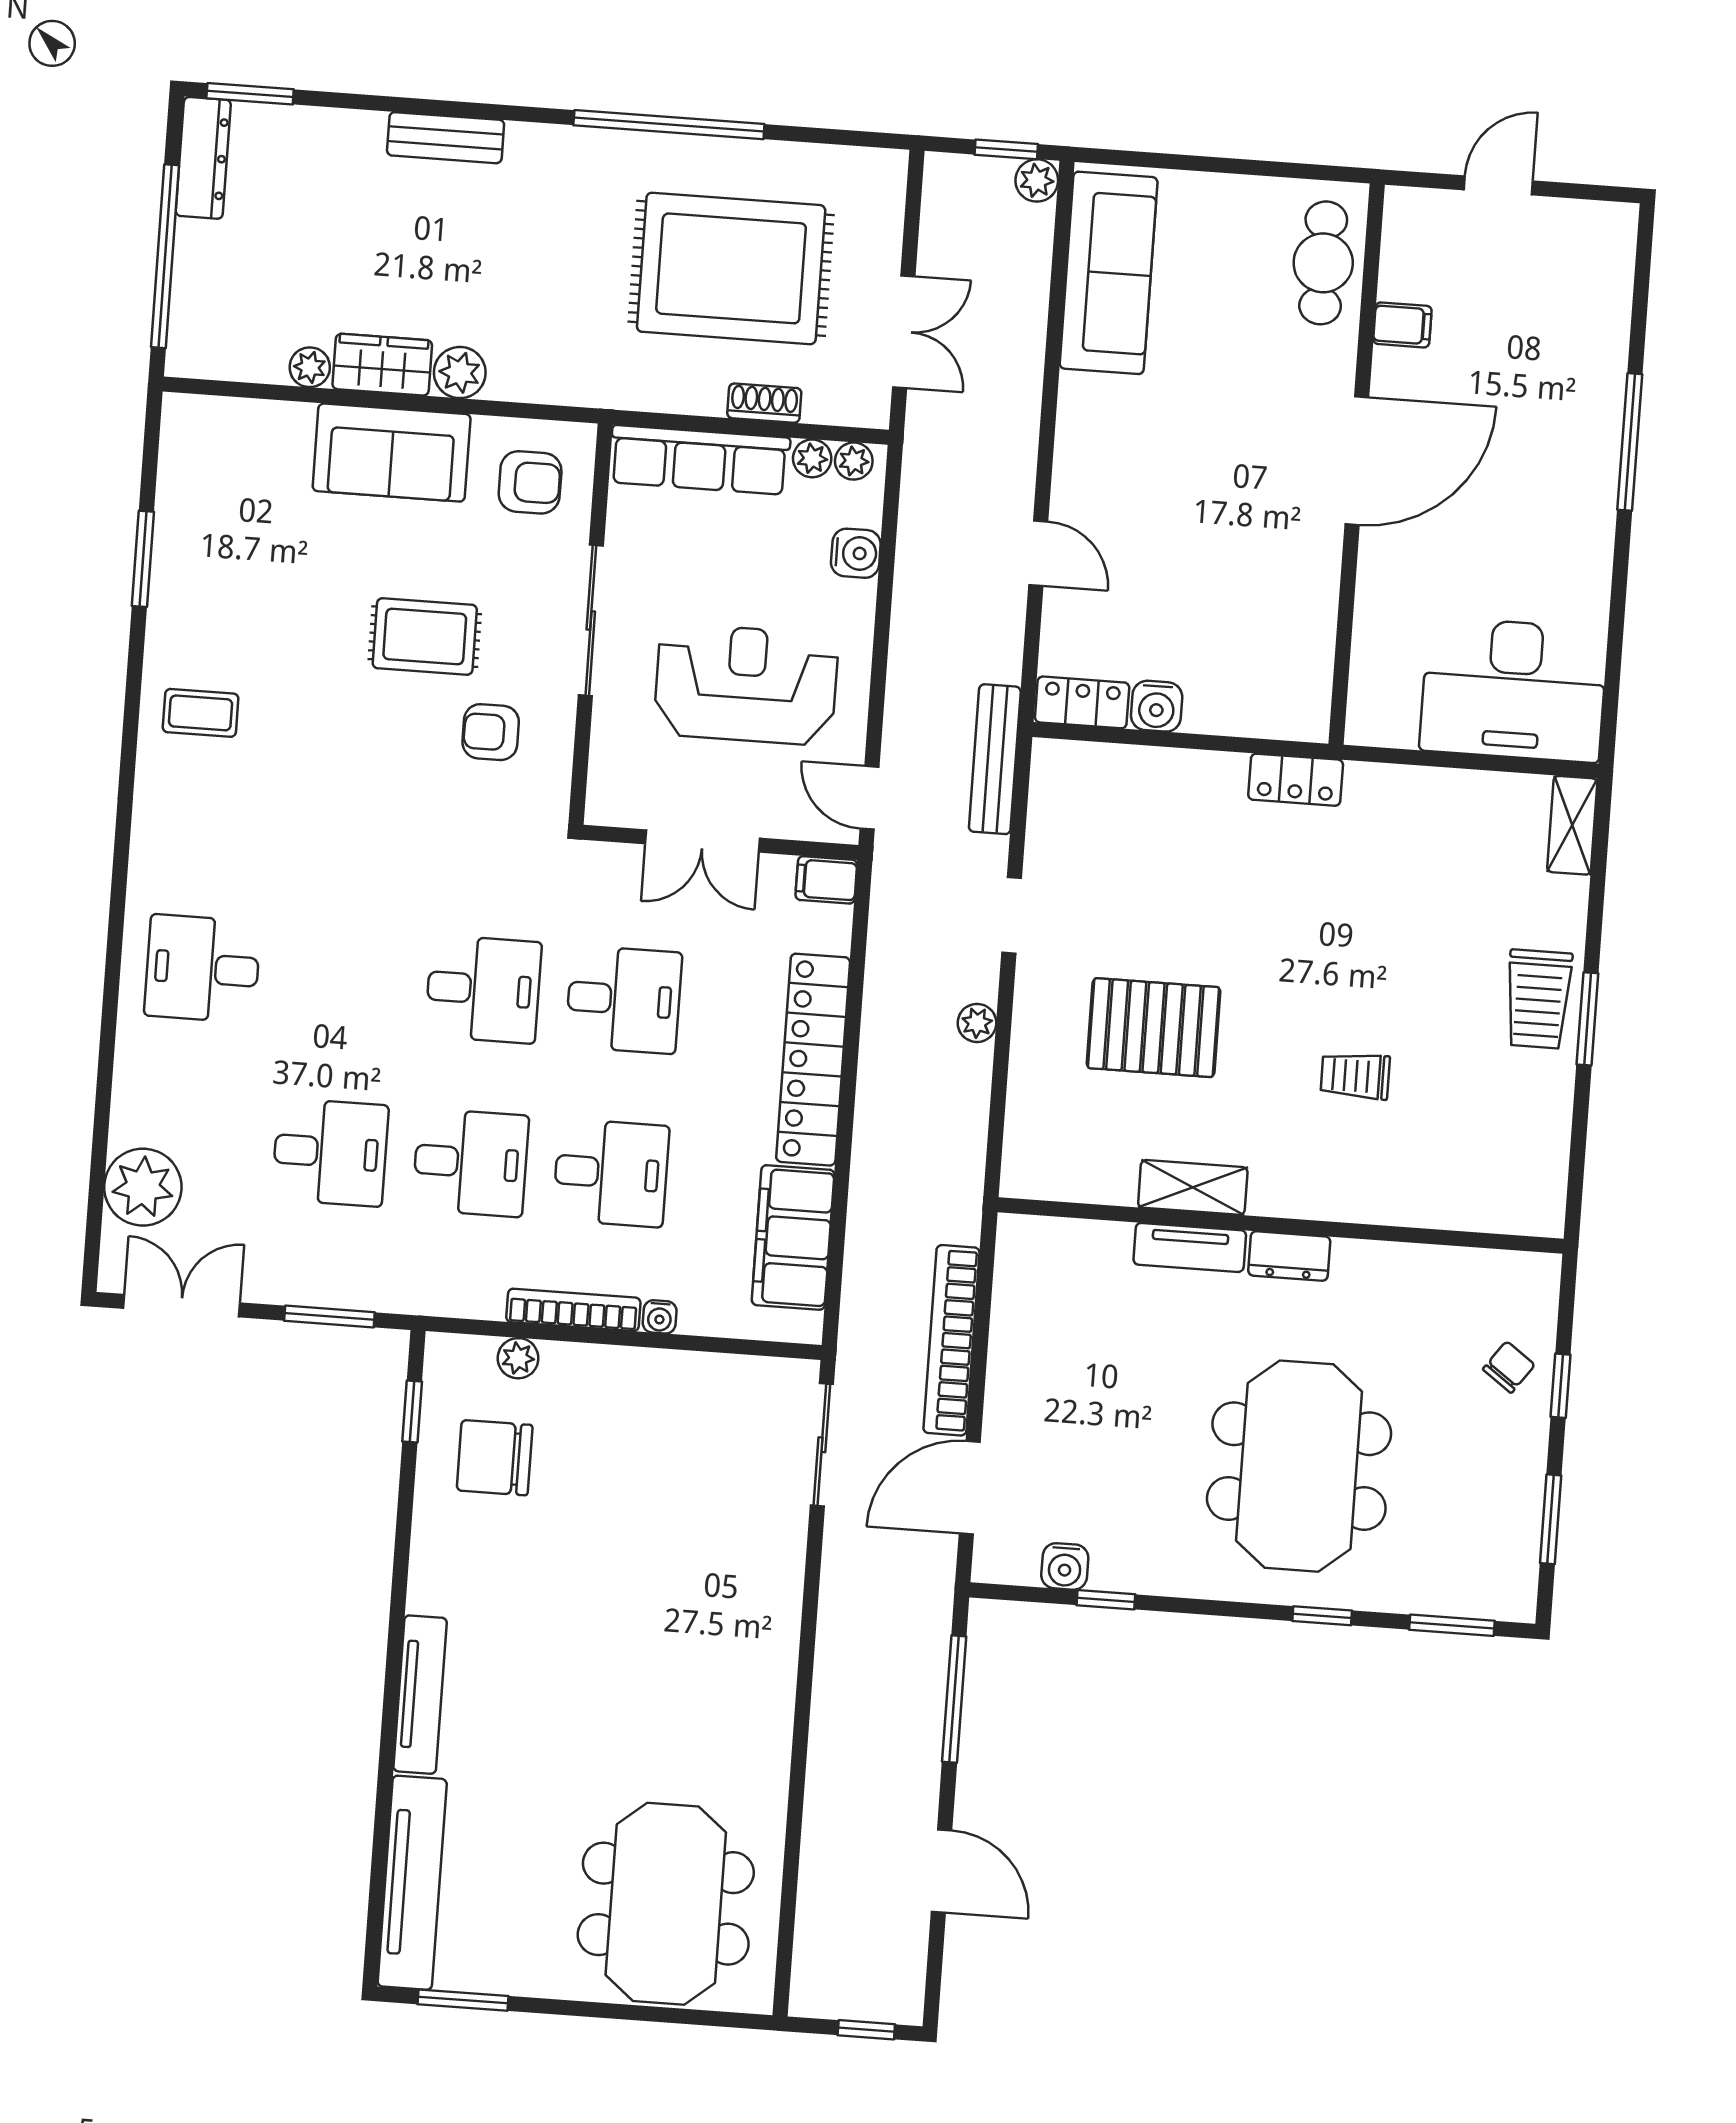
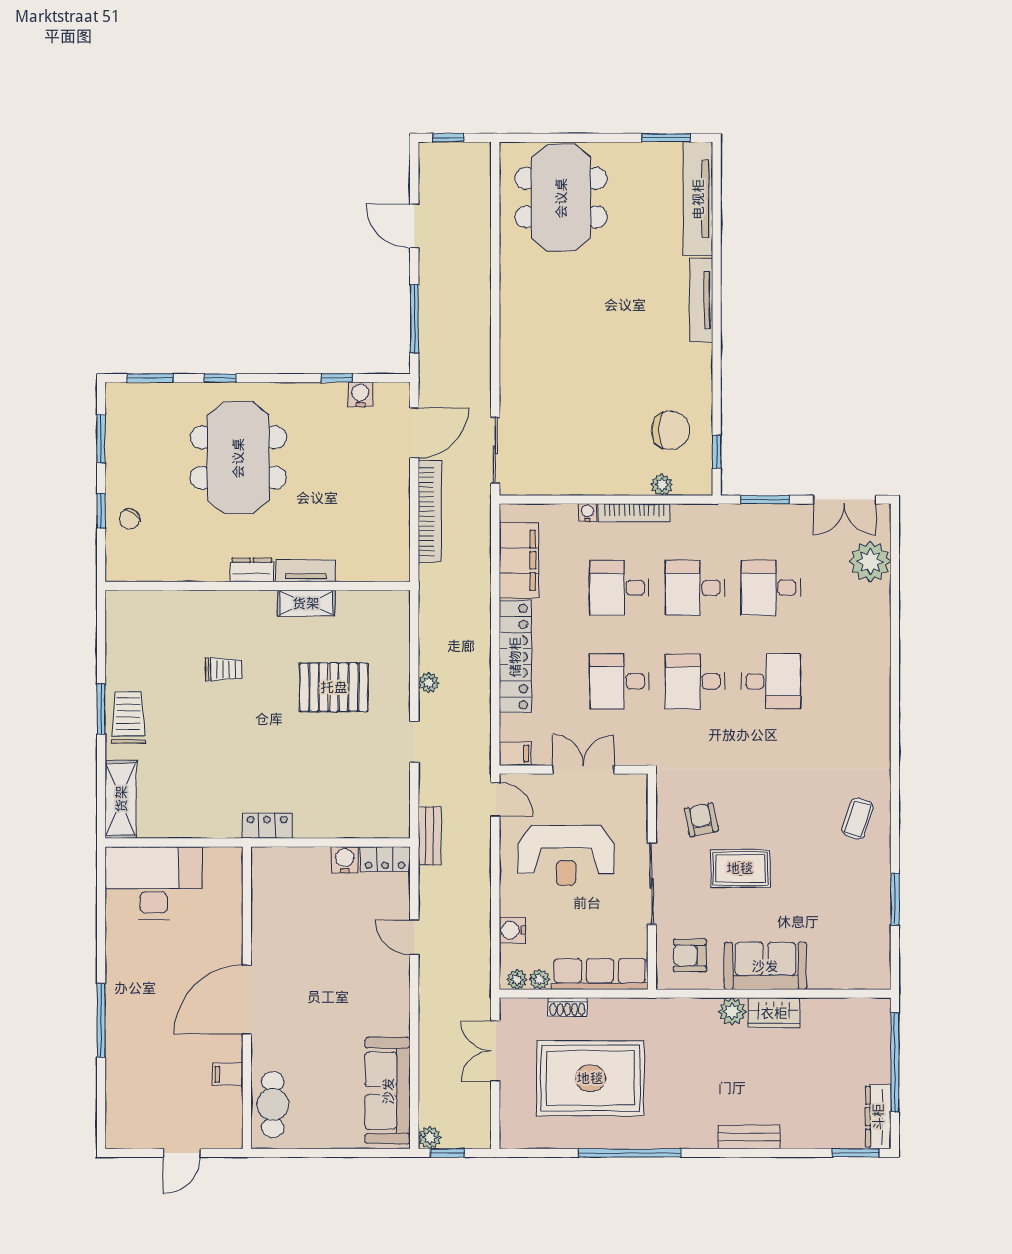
plant: (310, 367) -> (813, 1008), removed
coffee table: (201, 713) -> (858, 819), turned -72
armchair: (491, 732) -> (701, 820), turned -102
bench: (995, 759) -> (430, 836), width x0.73
shelving: (1572, 825) -> (121, 799), width x1.50, depth x1.33
desk: (203, 969) -> (771, 681), moved

